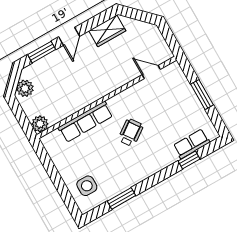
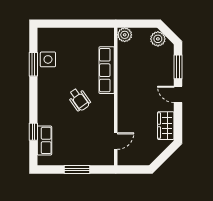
side table: (87, 186) -> (48, 59), moved

